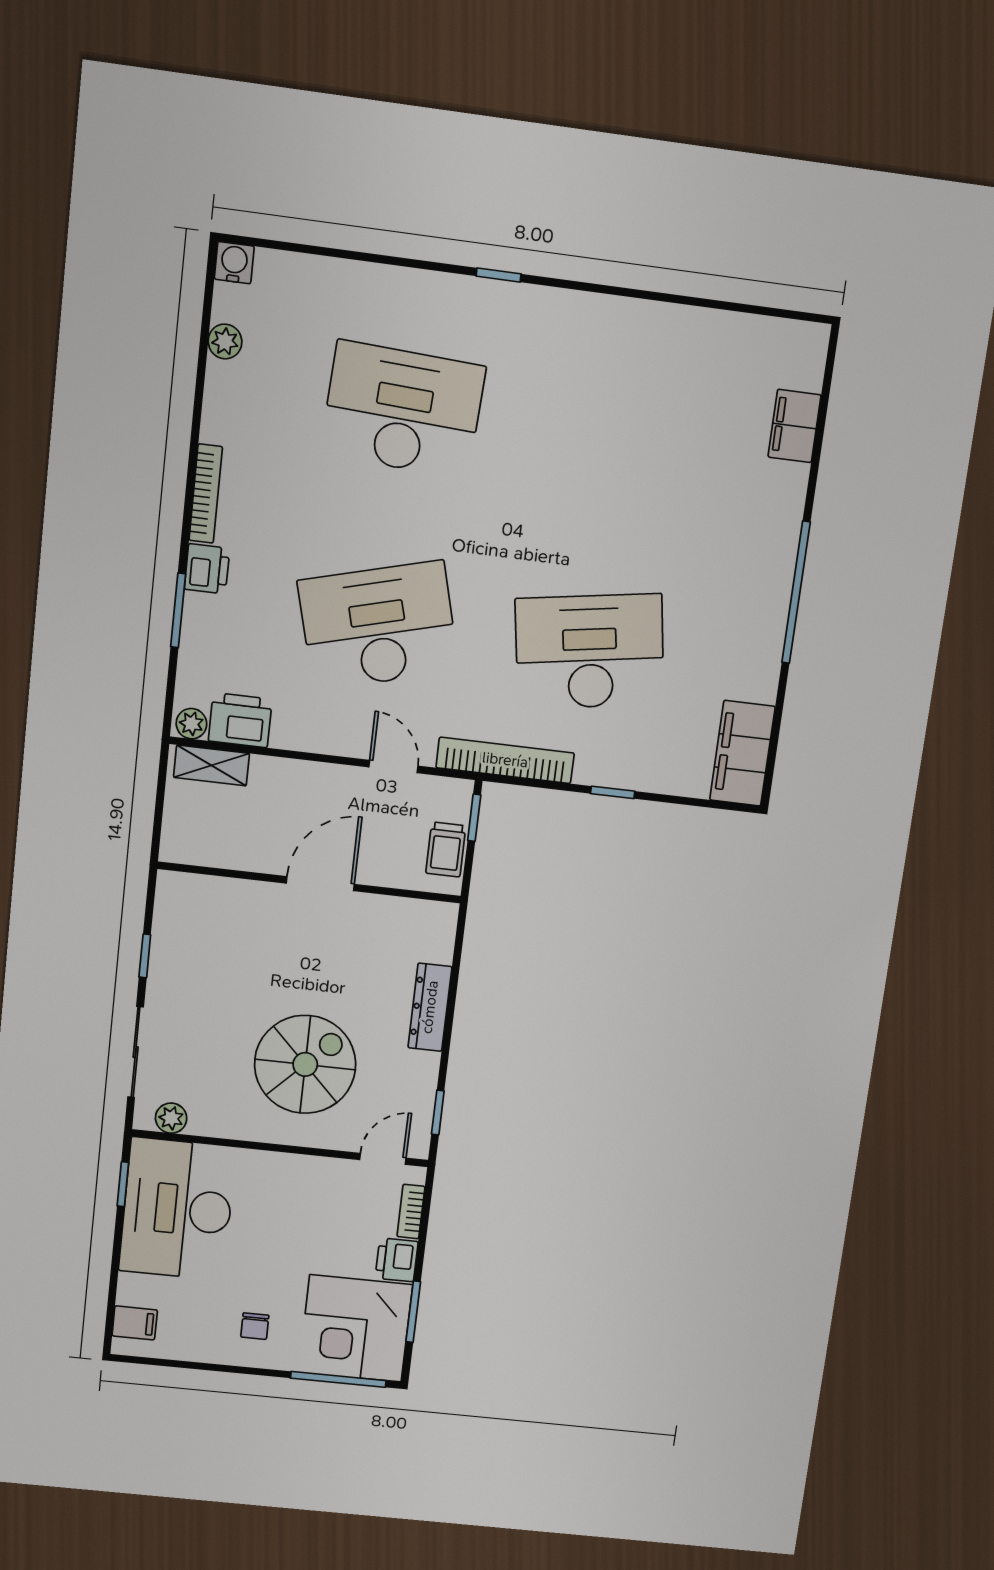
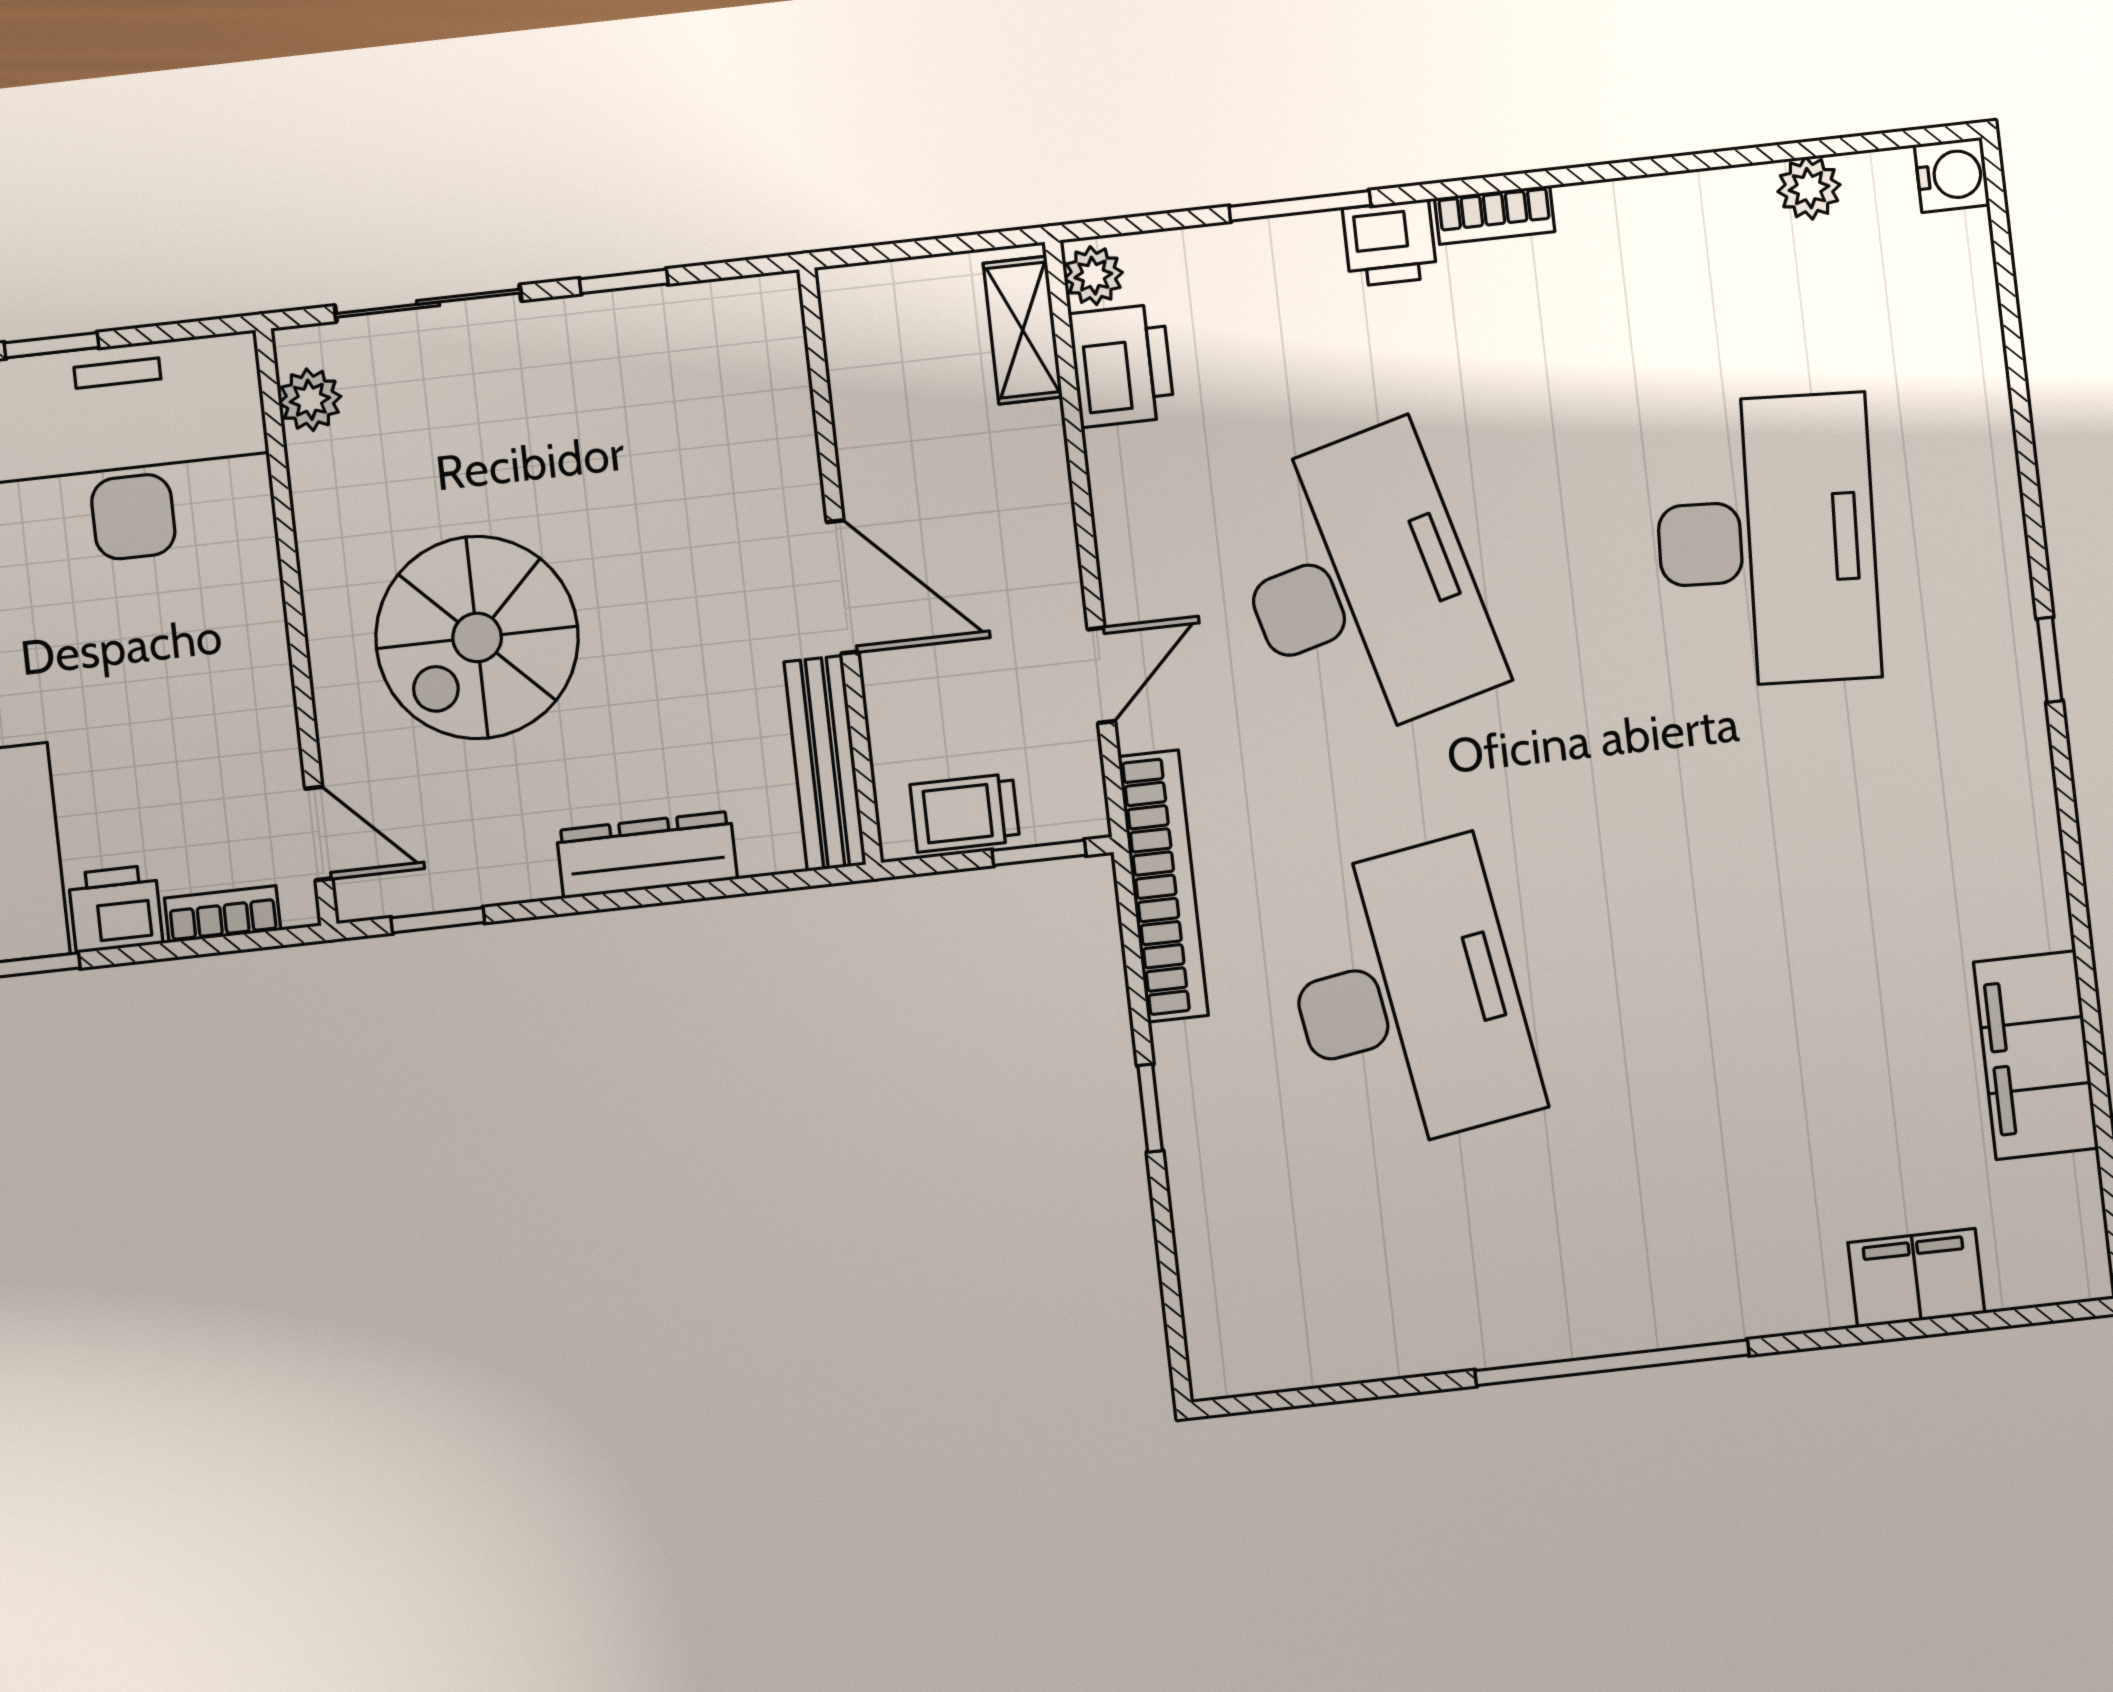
bookcase: (206, 494) -> (1495, 215), width x0.64
filing cabinet: (742, 753) -> (2036, 1055), moved, turned -90
bench: (405, 912) -> (825, 763), added
spiral stairs: (305, 1064) -> (477, 637), turned 90
window: (123, 1184) -> (51, 345), moved

